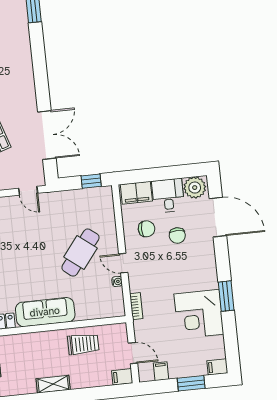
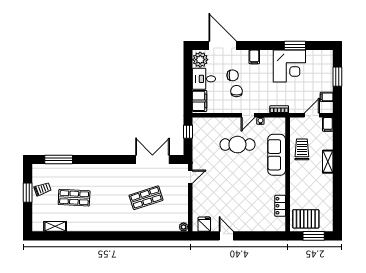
door: (218, 217) -> (223, 46), hinge flipped
chair: (146, 229) -> (237, 91), moved
cafe table: (80, 253) -> (237, 145), turned -38
window: (226, 296) -> (295, 46), moved
sofa: (45, 312) -> (277, 155), moved
filing cabinet: (217, 367) -> (254, 57), moved
shelving: (53, 384) -> (328, 162), moved

